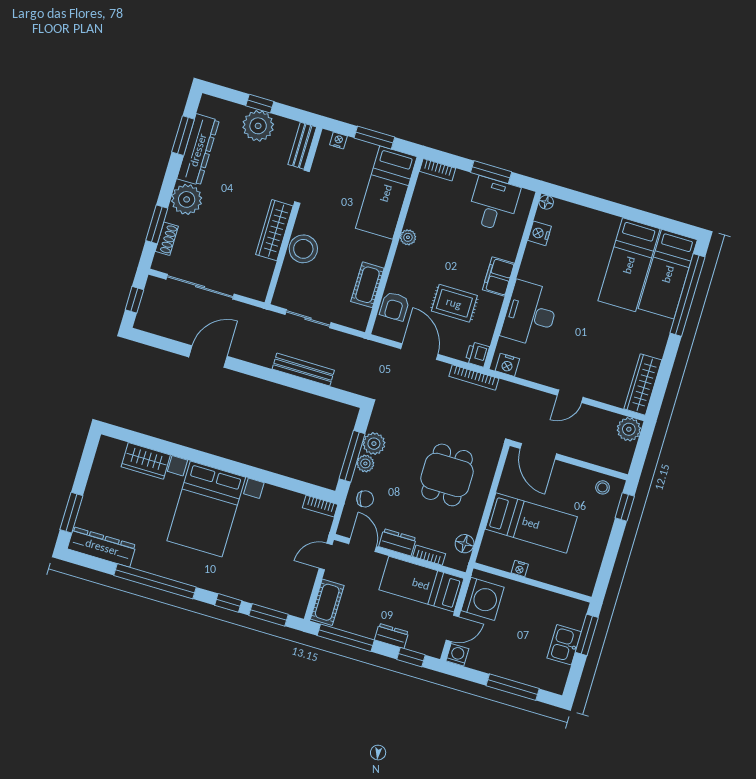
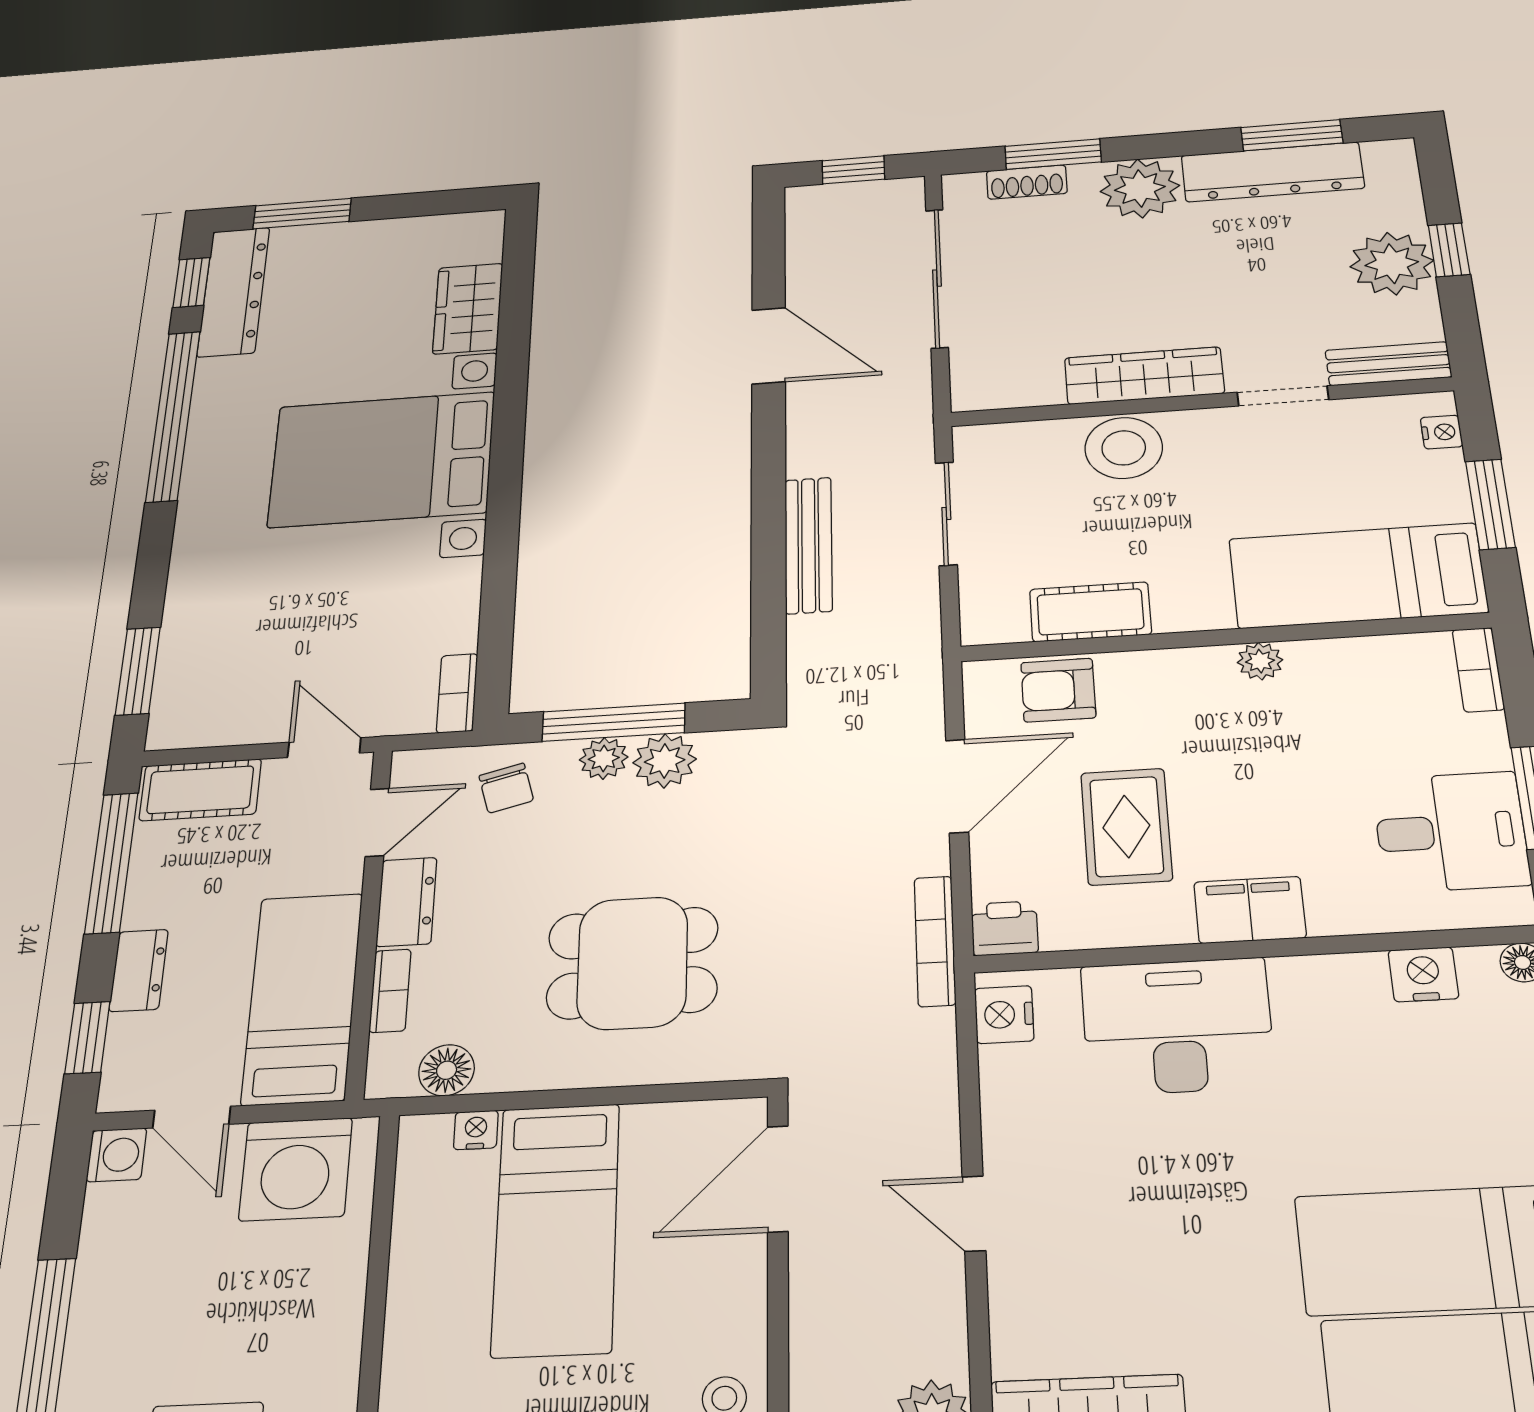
nightstand: (520, 569) -> (476, 1130), moved, turned 90
window: (228, 603) -> (191, 282), moved

